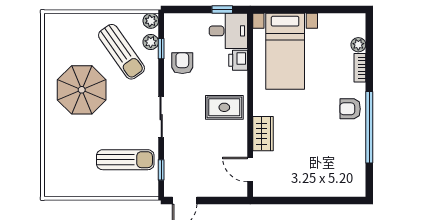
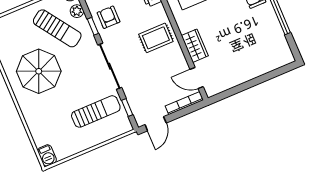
window: (161, 49) -> (93, 26), moved
sliding door: (161, 117) -> (110, 66), width x1.37
barbecue: (52, 185) -> (47, 155), added
bookcase: (225, 191) -> (184, 103), added

